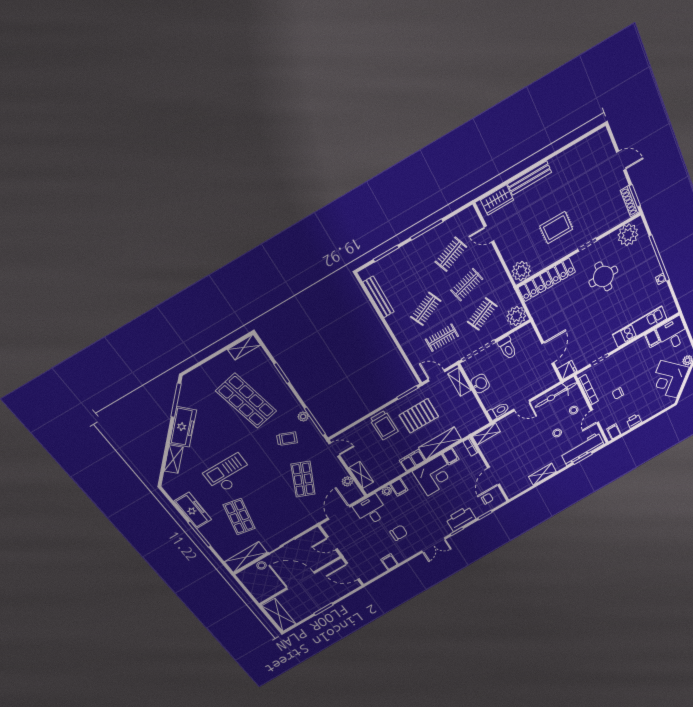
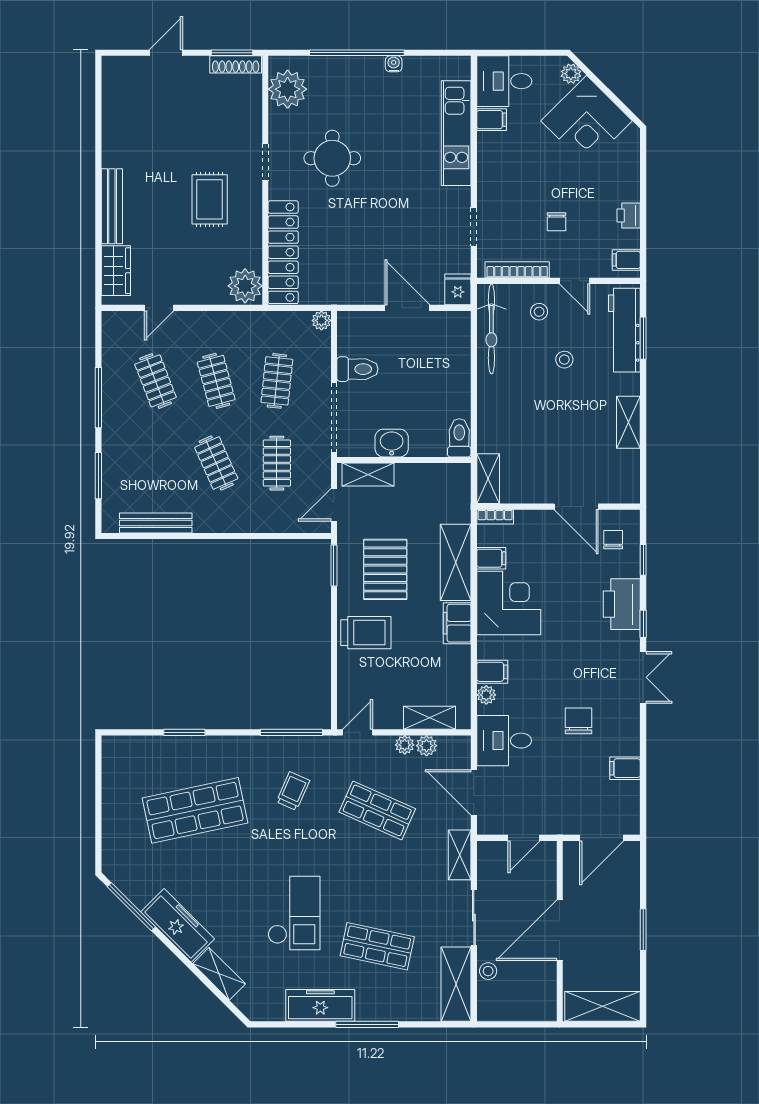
clothes rail: (482, 314) -> (277, 381), turned 30
plant: (516, 316) -> (321, 320), width x0.53, depth x0.53
shelving: (244, 347) -> (460, 855), moved
door: (522, 405) -> (474, 395), removed
plant: (303, 417) -> (405, 745), moved
checkout: (228, 474) -> (294, 913), turned 180

